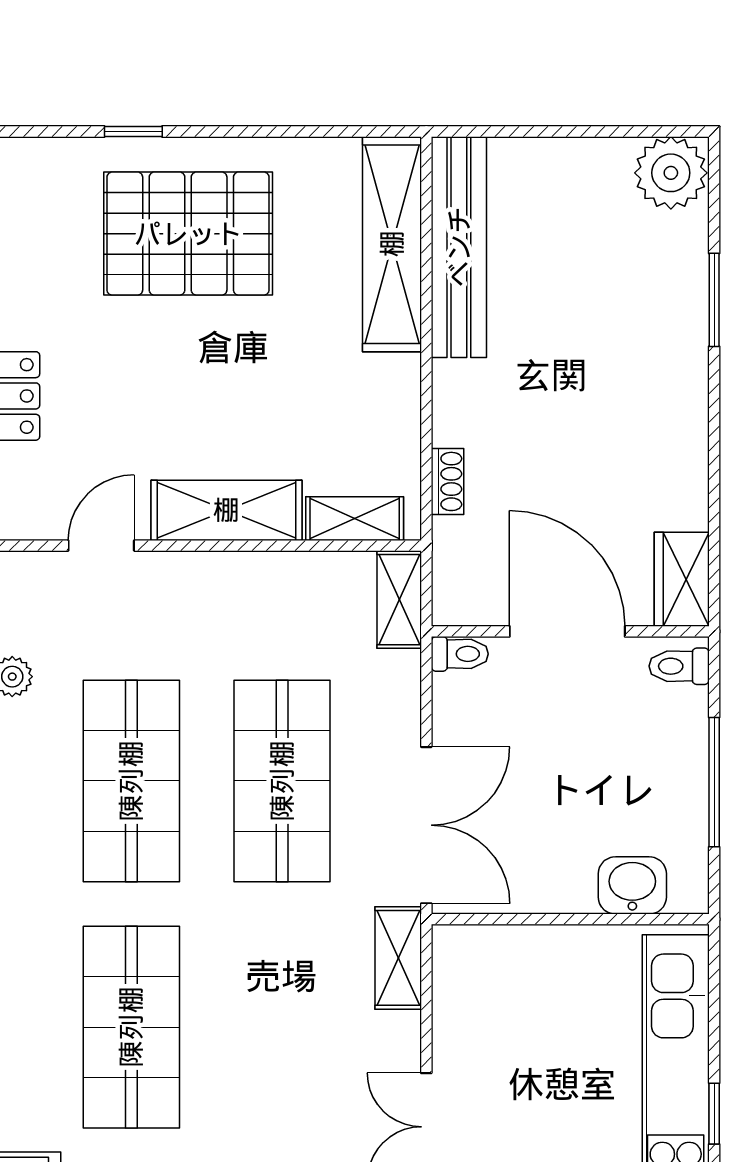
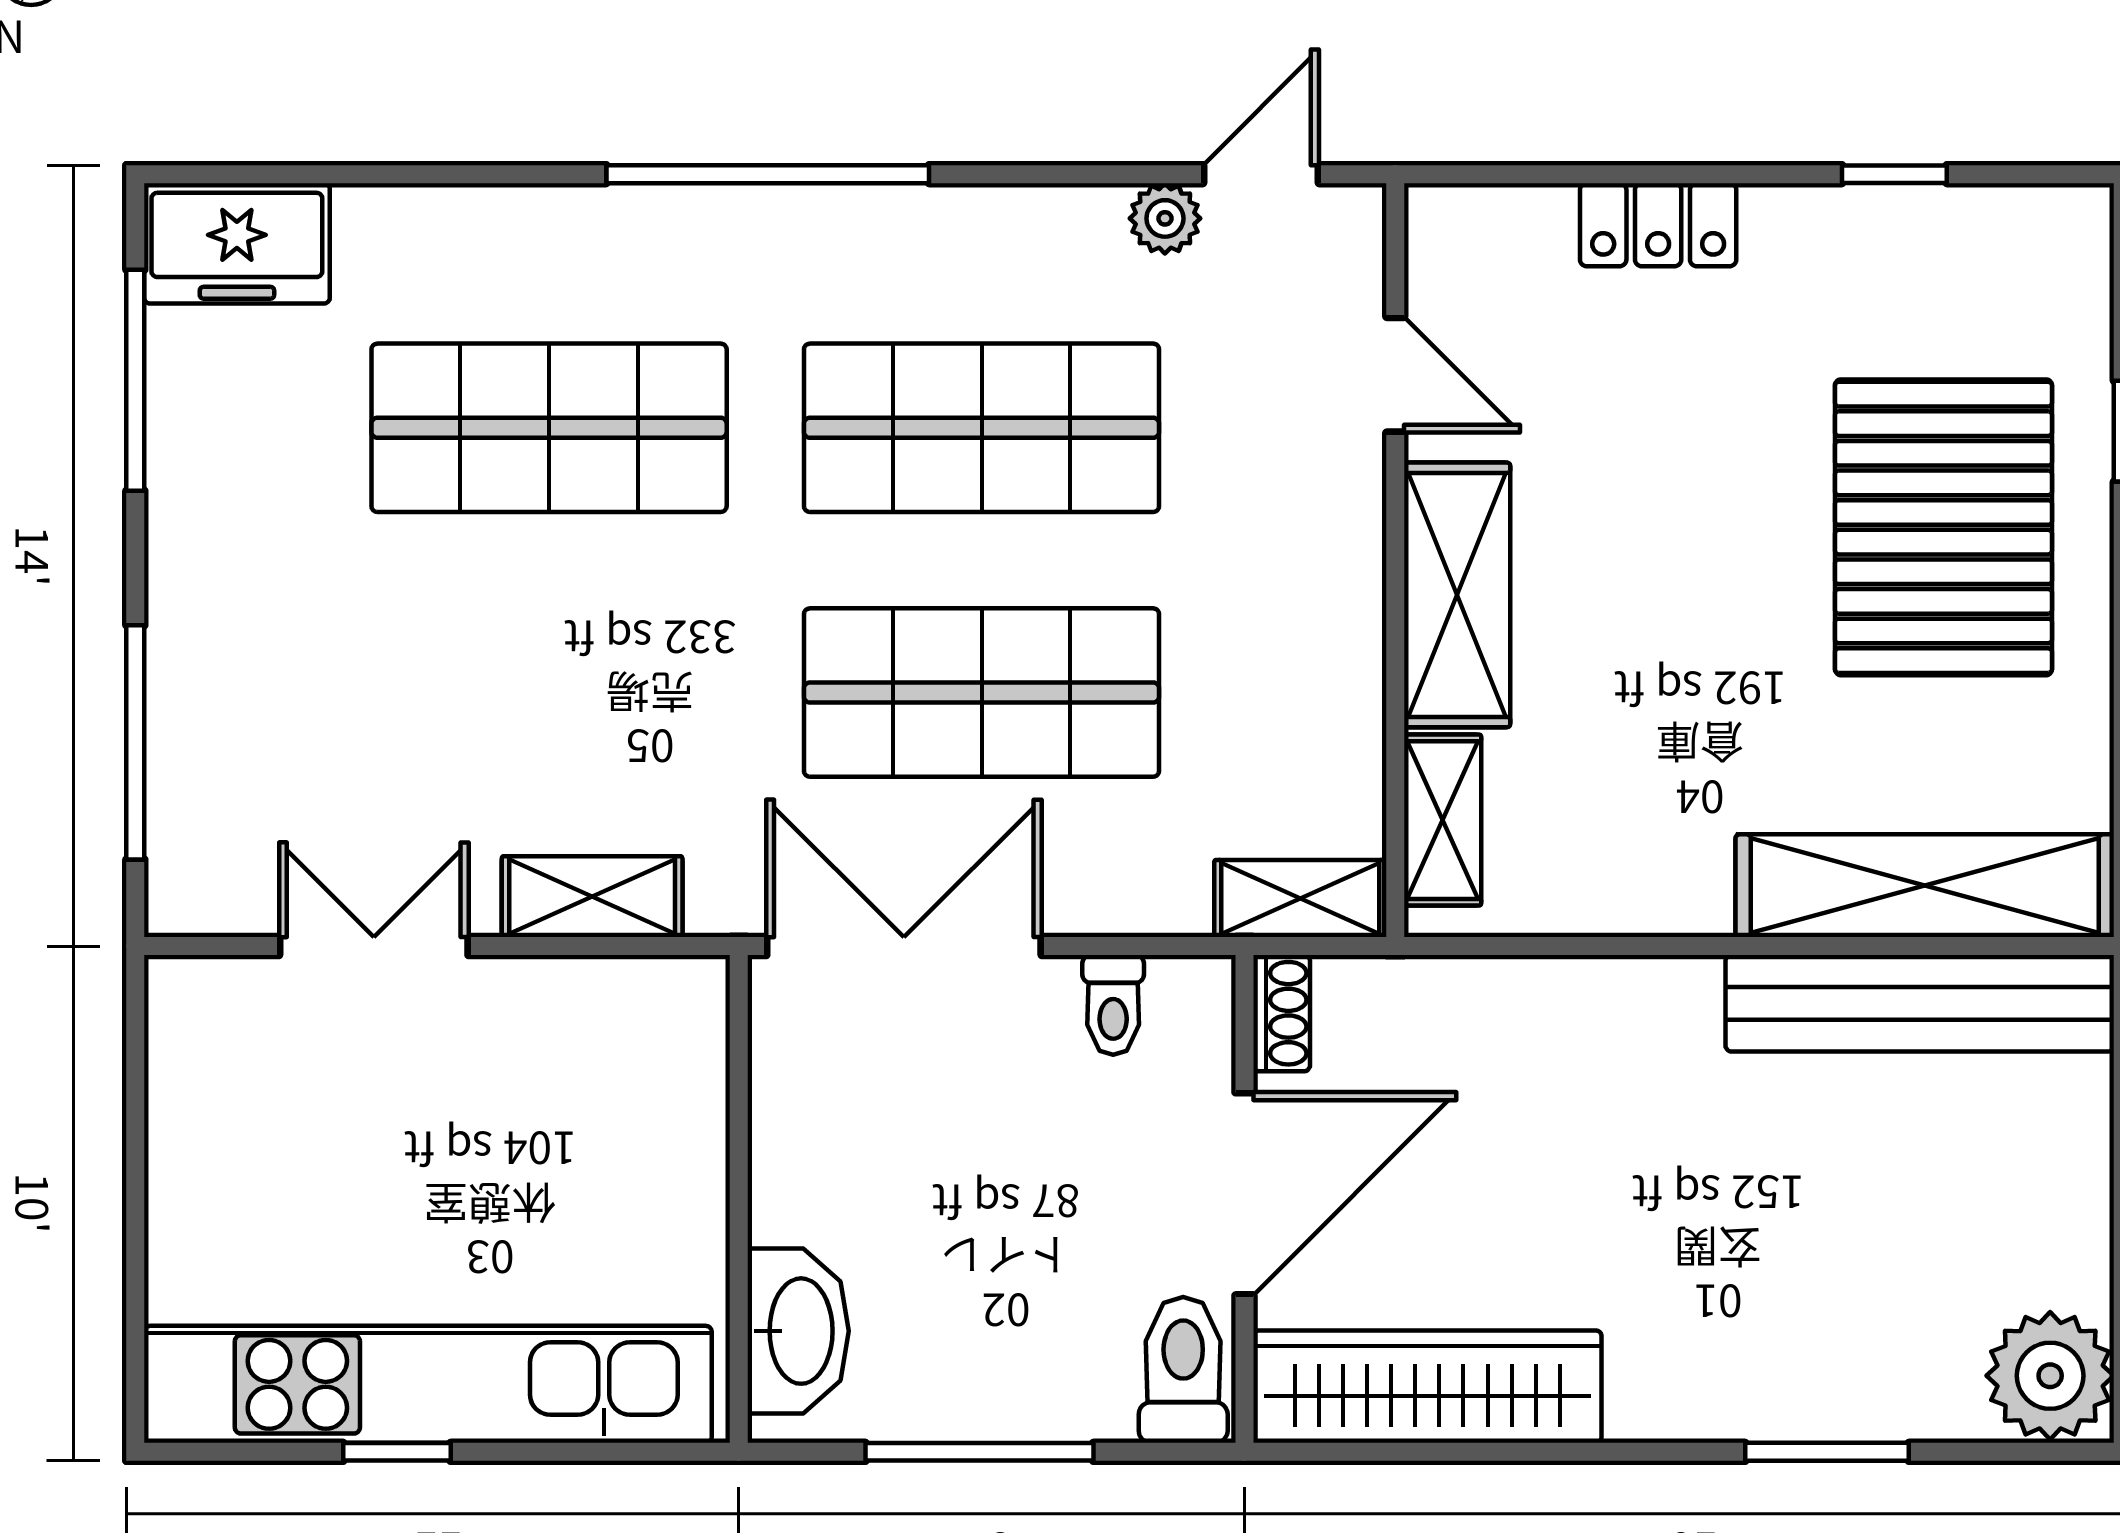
shoe rack: (447, 481) -> (1282, 1013), moved, turned -90
wardrobe: (682, 579) -> (1427, 1387), width x2.10, depth x1.17
toilet: (460, 654) -> (1113, 1005), moved
toilet: (679, 666) -> (1183, 1370), width x1.37, depth x1.39
double door: (426, 825) -> (904, 946), swing flipped
washbasin: (632, 885) -> (798, 1331), width x1.38
shelving: (398, 958) -> (592, 897), moved

